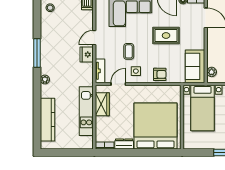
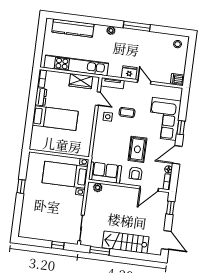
armchair: (160, 74) -> (136, 173), moved
kitchen unit: (86, 111) -> (76, 65), width x1.36
bed: (156, 126) -> (55, 118), width x0.49

